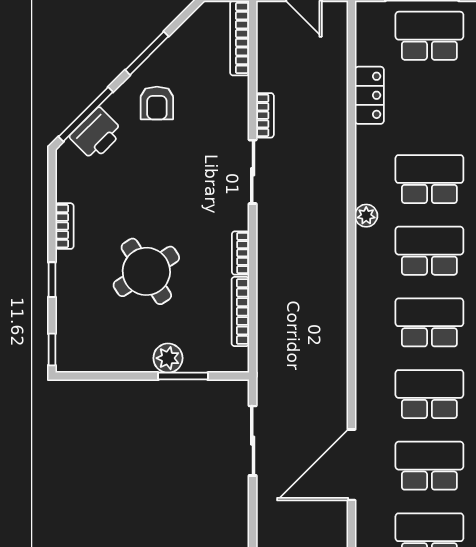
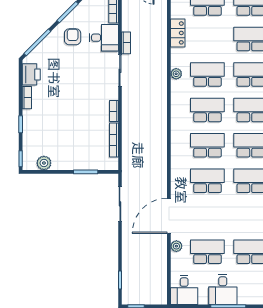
armchair: (157, 103) -> (73, 37), turned 180
desk: (220, 105) -> (104, 38), added
printer: (96, 134) -> (31, 74), moved, turned -45
plant: (366, 216) -> (176, 74), moved
round table: (146, 271) -> (67, 120), removed
plant: (168, 358) -> (44, 163), moved
school desk: (429, 466) -> (207, 216), removed
plant: (367, 526) -> (176, 246), added

